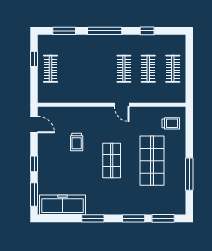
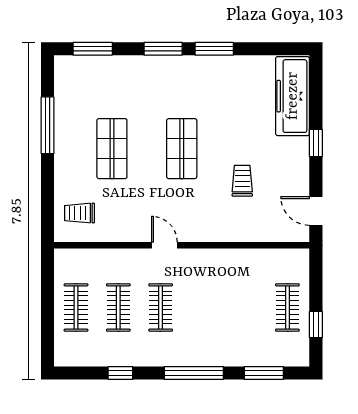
shop shelf: (152, 161) -> (112, 149), width x0.70, depth x0.74
window: (34, 194) -> (316, 90), removed
freezer: (62, 205) -> (293, 96), moved, turned 90
window: (134, 218) -> (163, 49), moved

